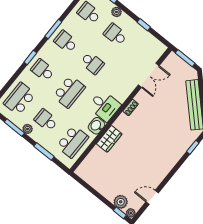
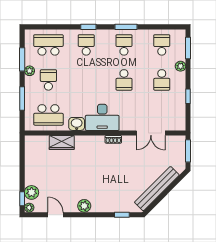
school desk: (115, 35) -> (162, 80), turned 180
school desk: (69, 92) -> (86, 80), removed
desk: (104, 106) -> (102, 117), width x1.37
wardrobe: (109, 139) -> (62, 143), moved
plant: (163, 170) -> (84, 206), added

